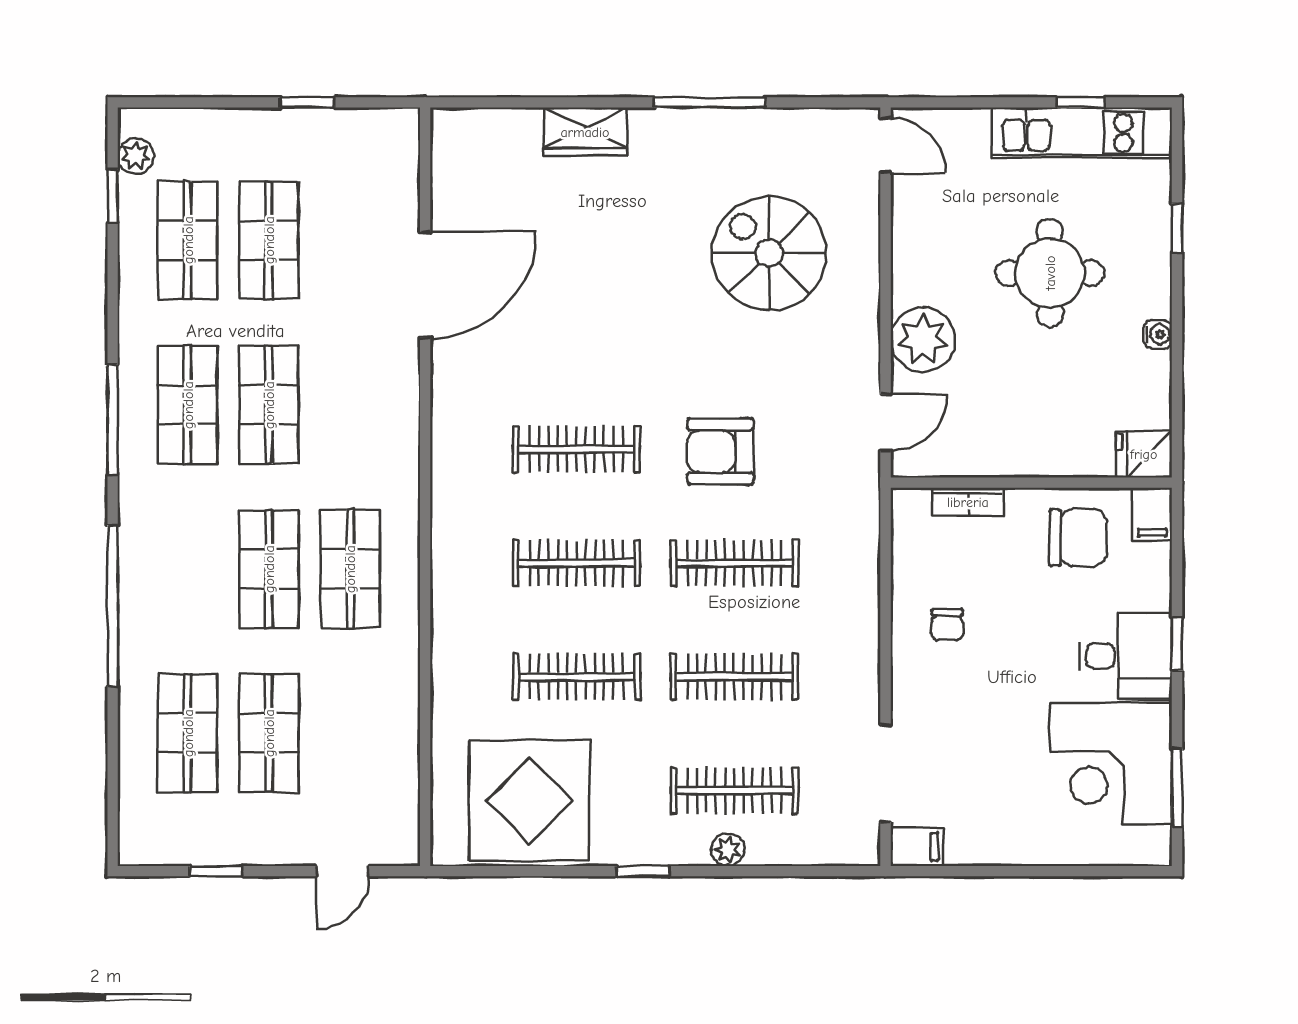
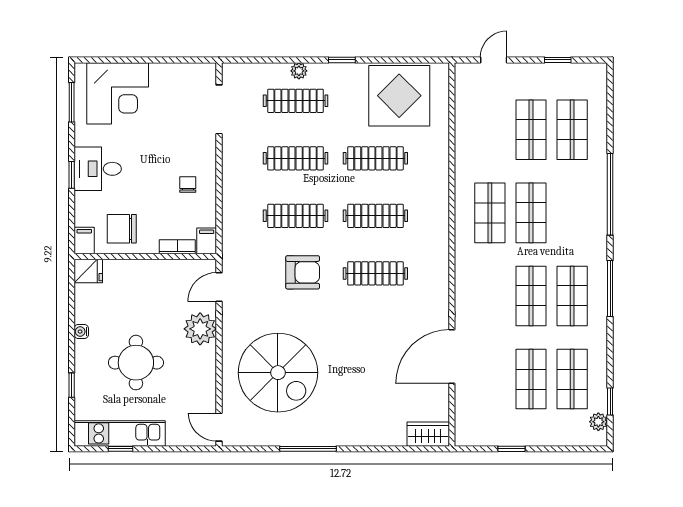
wardrobe: (585, 132) -> (428, 434), moved
spiral stairs: (769, 253) -> (278, 373), width x1.37, depth x1.37
corner desk: (1111, 764) -> (118, 93), moved, turned 90
filing cabinet: (916, 847) -> (207, 241), moved, turned 90

